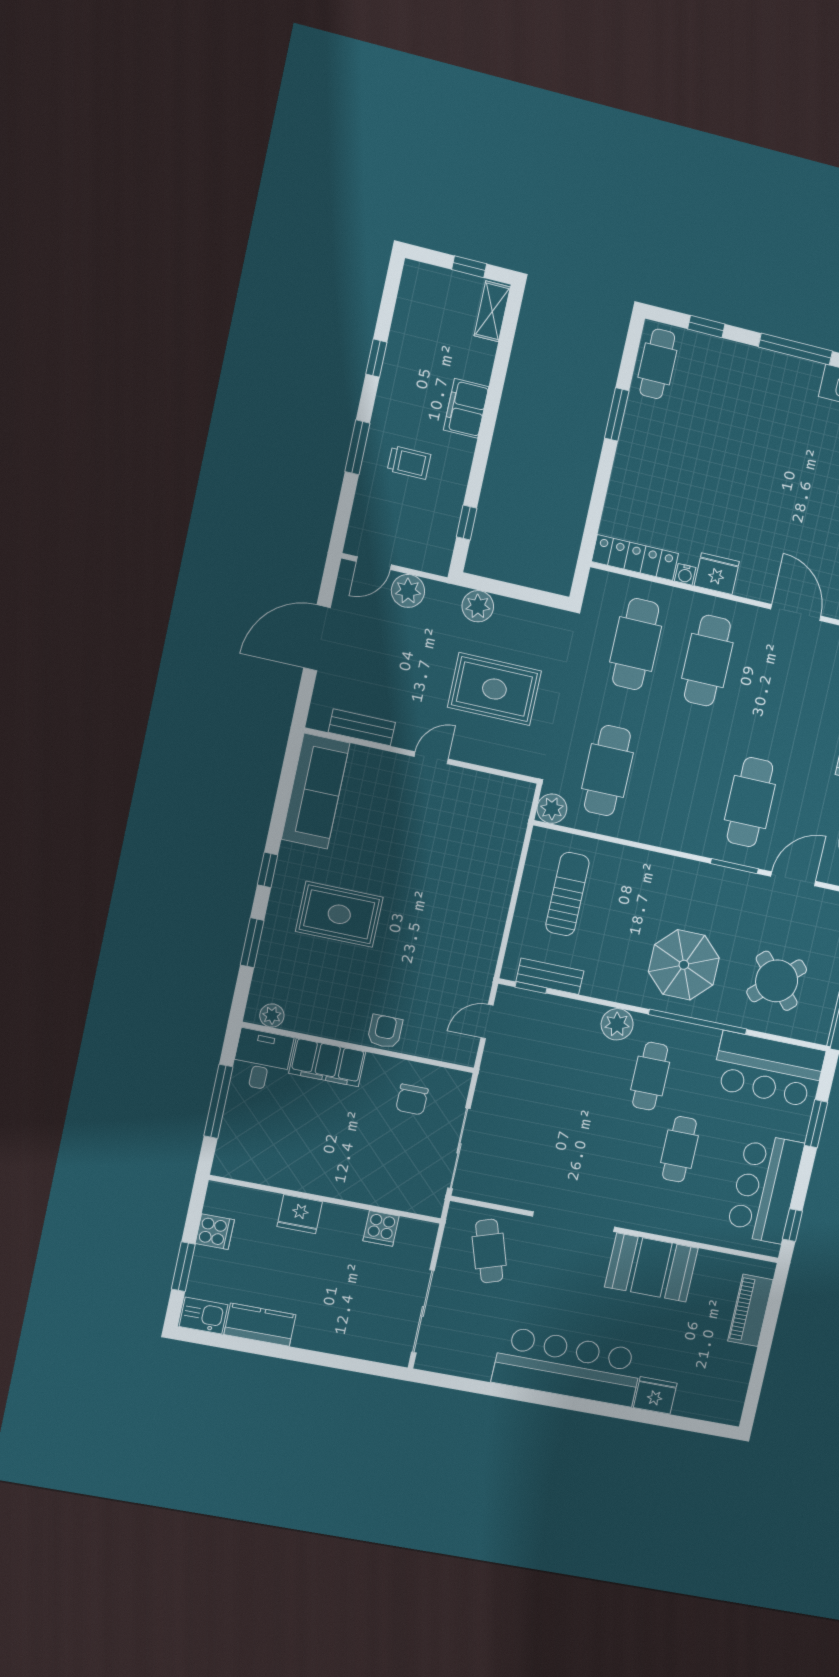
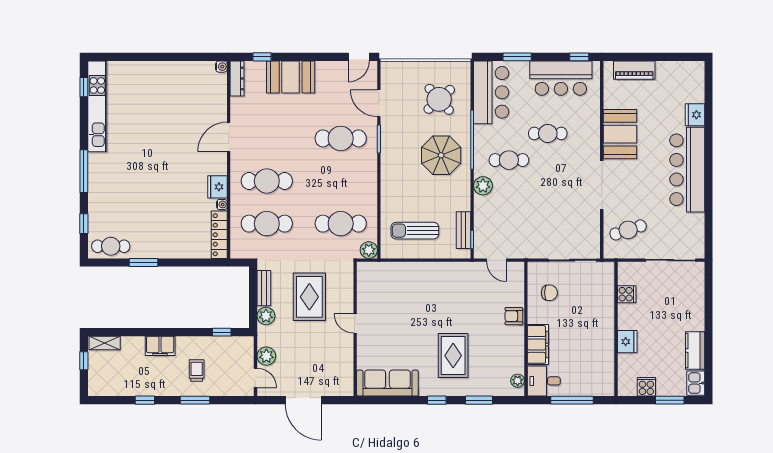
bench: (362, 727) -> (264, 288), moved

